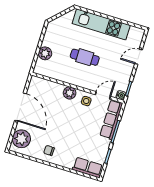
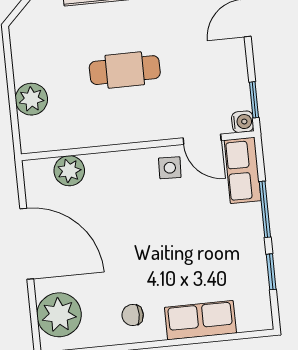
plant: (70, 93) -> (69, 171), moved
door: (103, 95) -> (202, 139), swing flipped
row of seats: (111, 120) -> (243, 170), width x0.68
row of seats: (88, 167) -> (200, 320), moved

